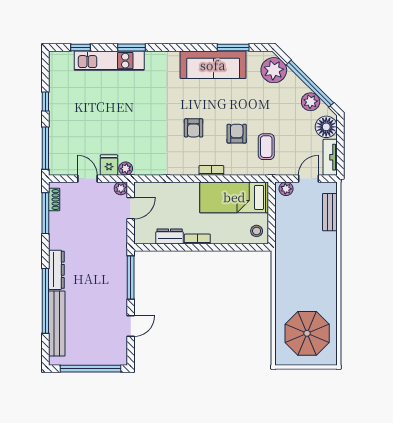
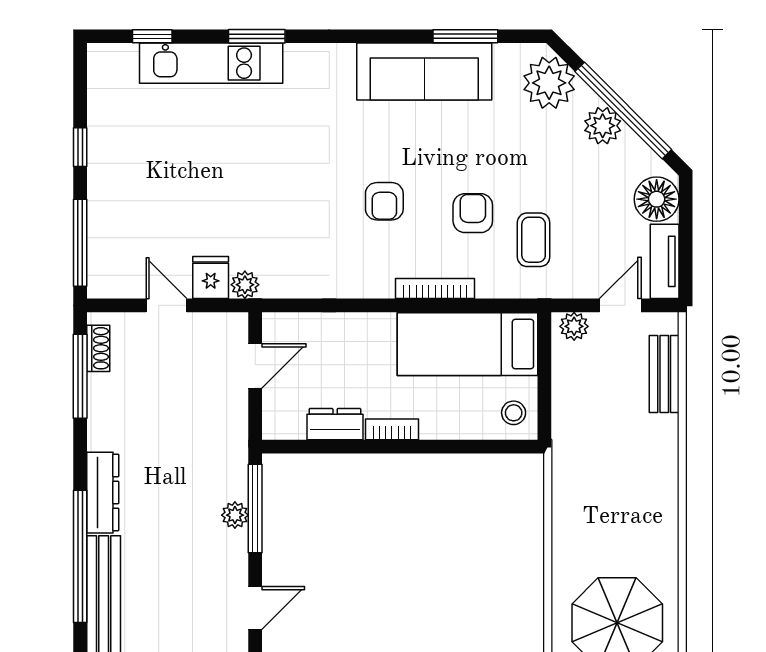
plant: (311, 102) -> (603, 126), moved
bookcase: (211, 170) -> (435, 289), width x1.56
plant: (121, 188) -> (235, 515), moved

